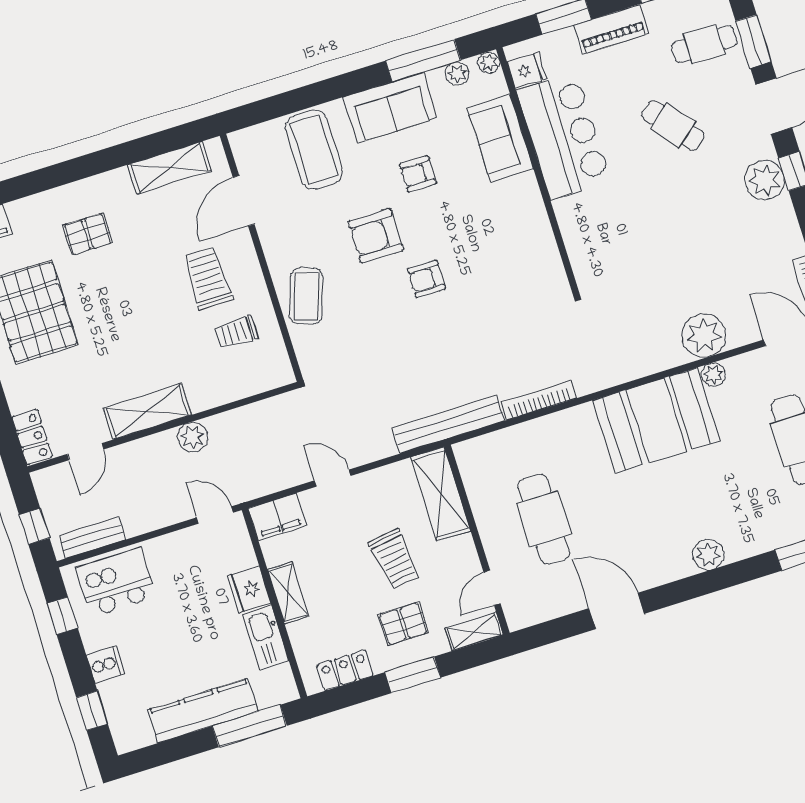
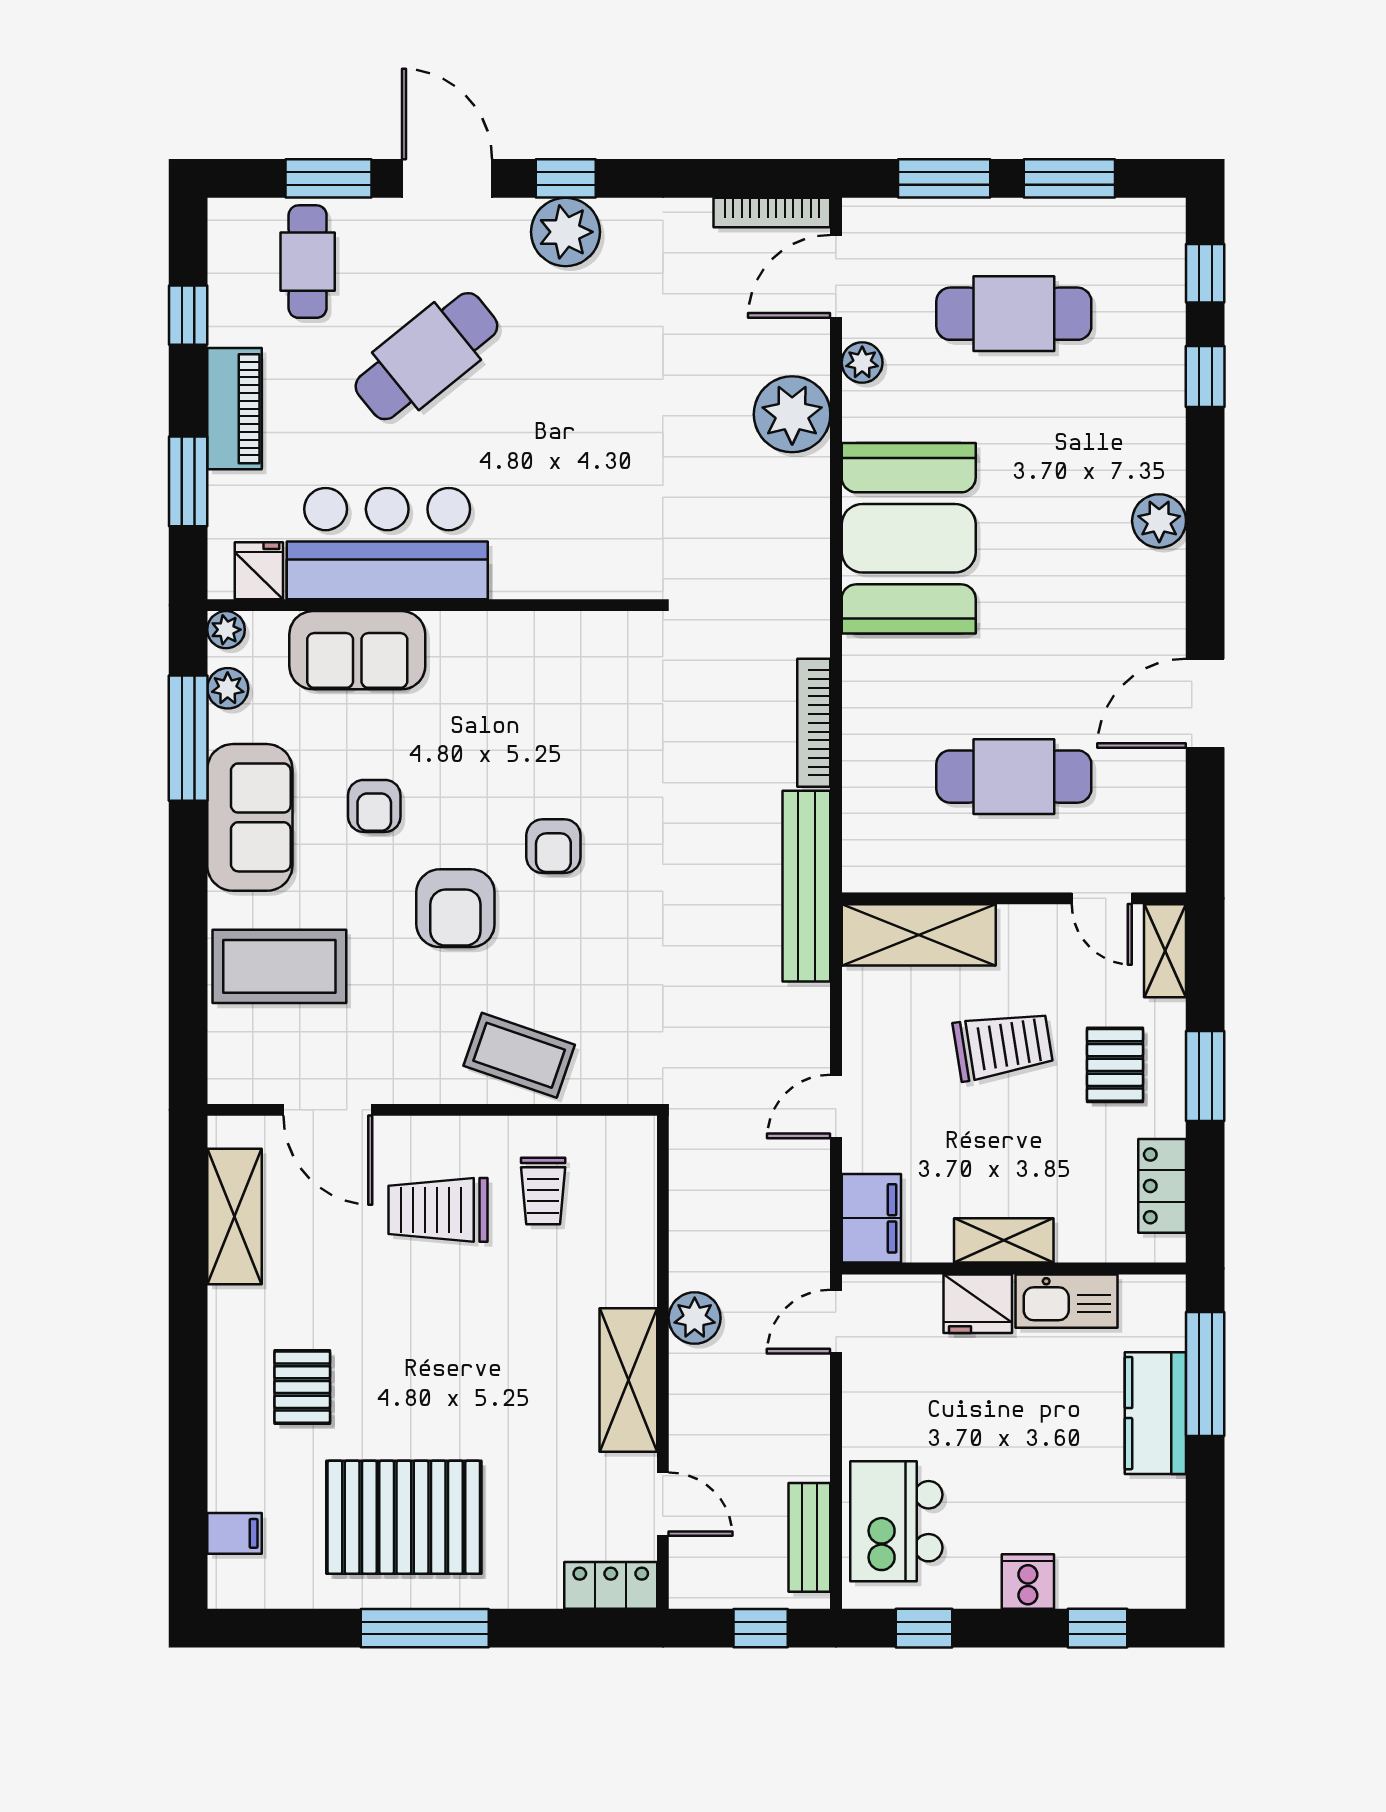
cafe table: (673, 125) -> (426, 356), width x1.37, depth x1.35
plant: (713, 374) -> (862, 363), moved
kitchen counter: (203, 711) -> (1155, 1413), width x0.67

